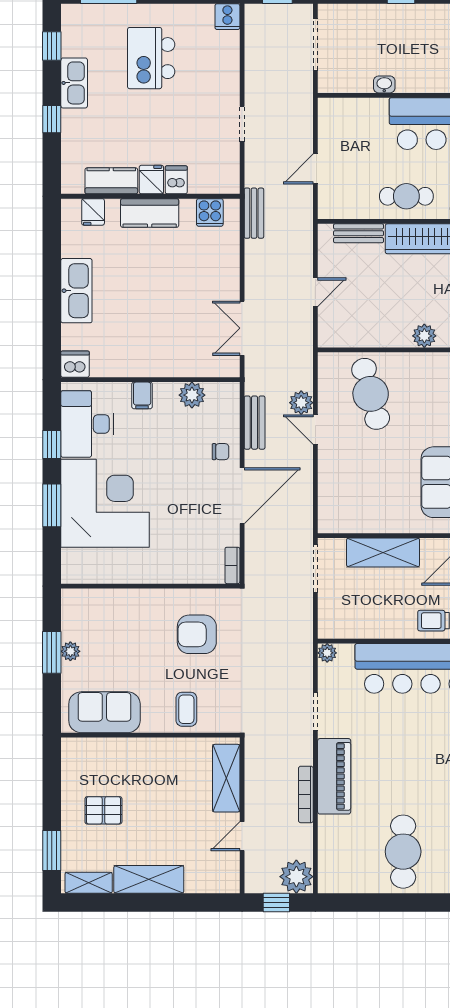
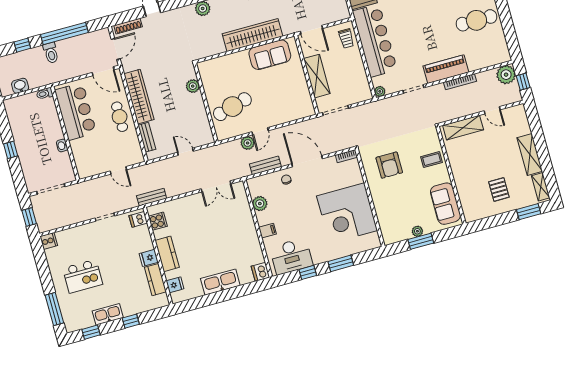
dishwasher: (176, 180) -> (138, 219), moved
corner desk: (105, 503) -> (347, 213), moved, turned -90

